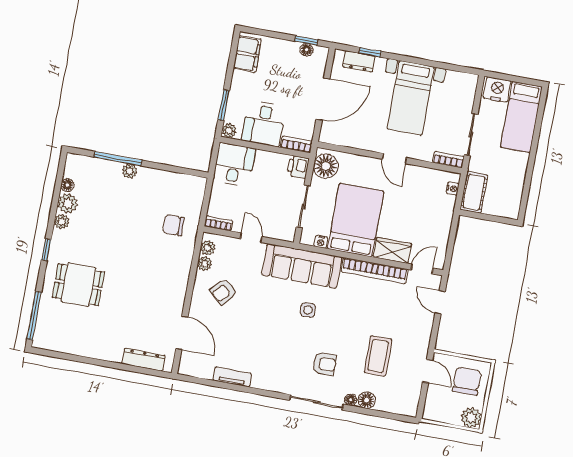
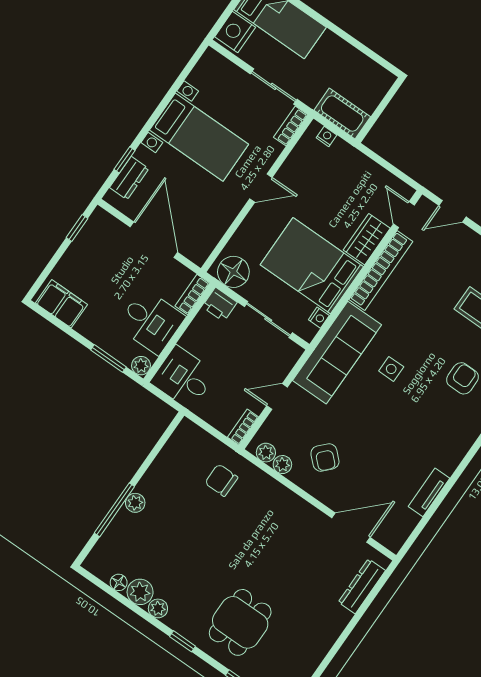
floor lamp: (307, 50) -> (88, 233), removed
chair: (174, 225) -> (221, 480), turned 90

